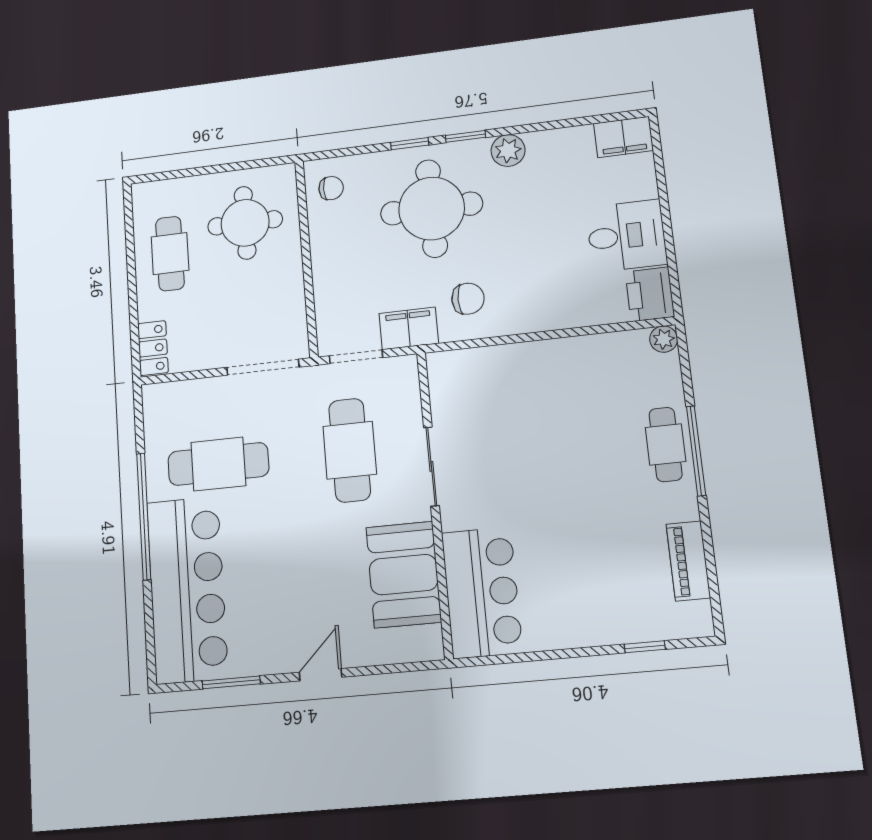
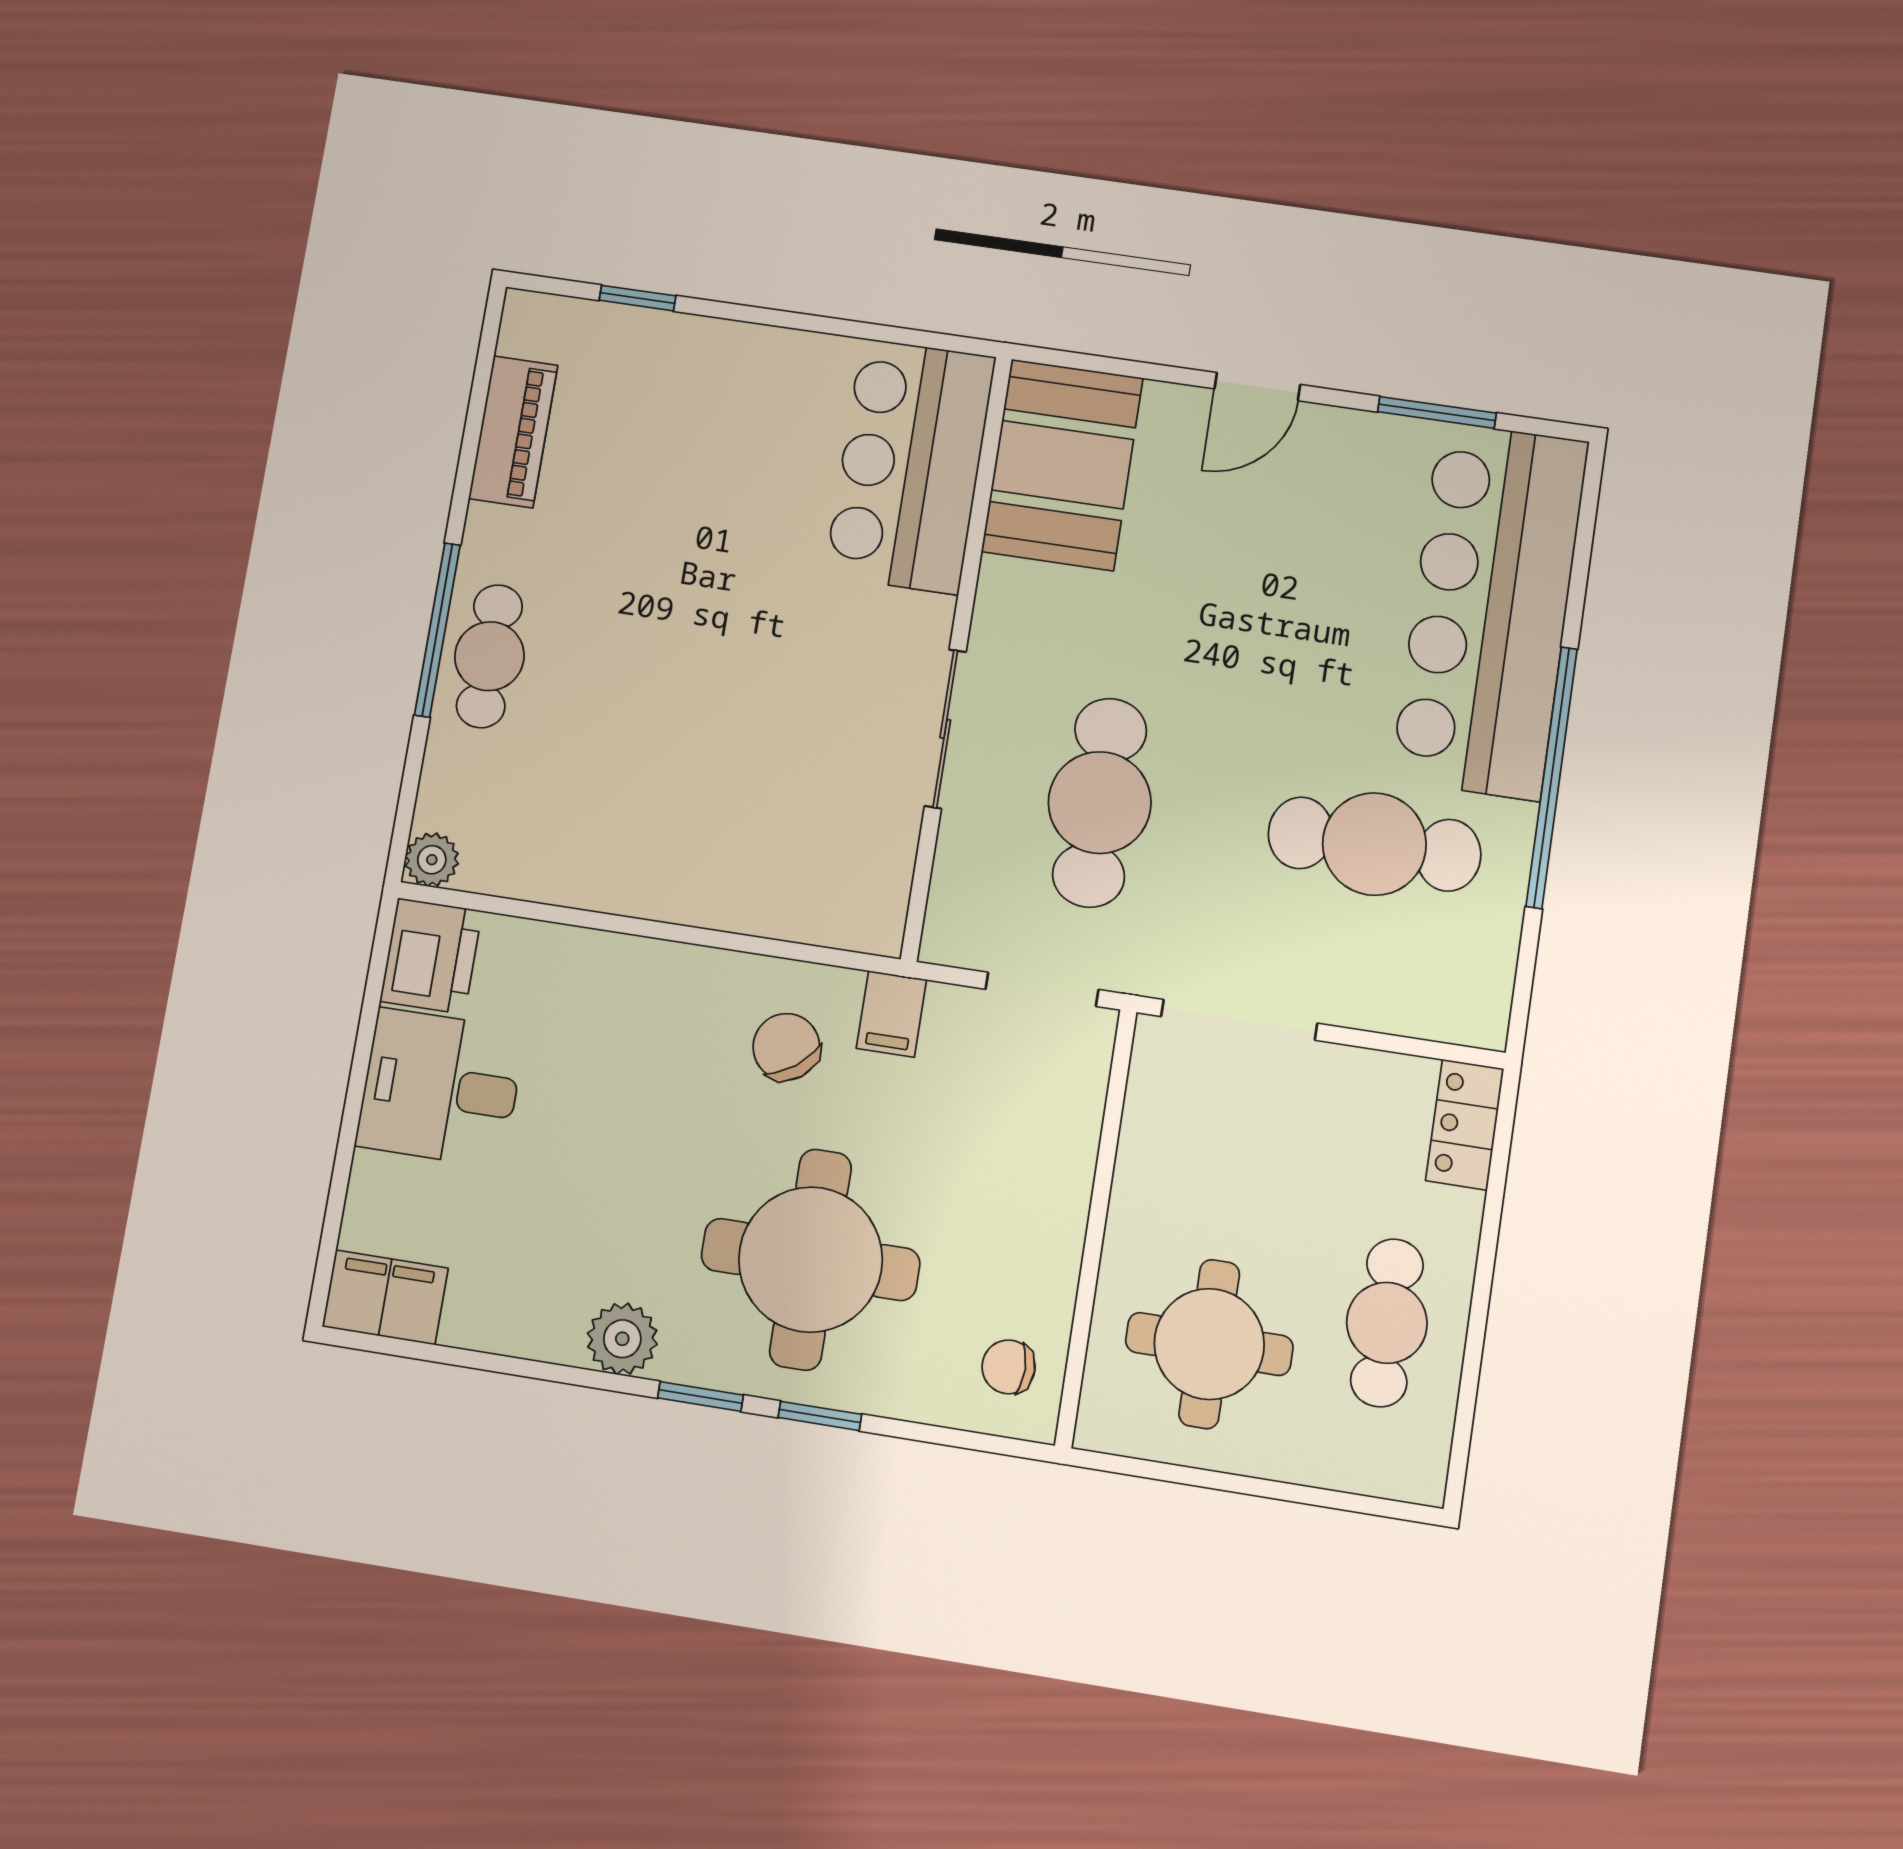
chair: (468, 299) -> (786, 1047), turned 53
filing cabinet: (409, 328) -> (891, 1014), width x0.50
booth: (404, 575) -> (1062, 465), moved

